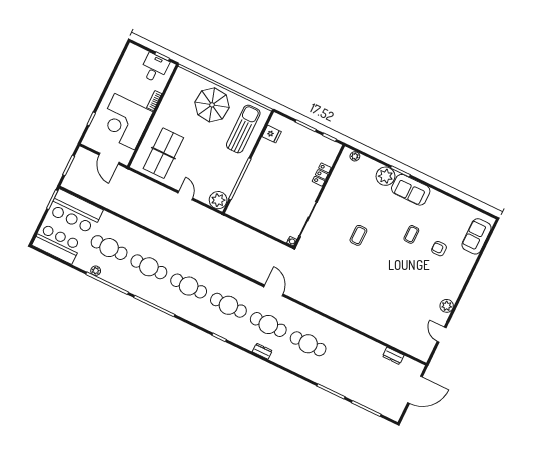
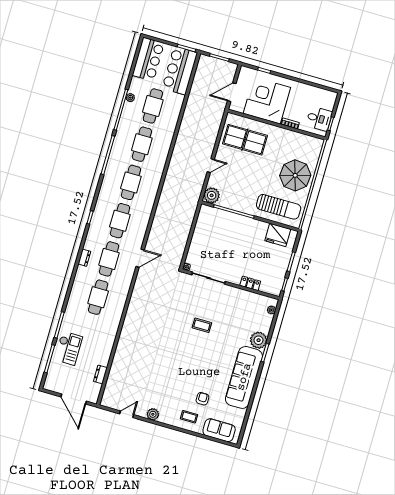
fridge: (272, 134) -> (278, 235), width x1.88, depth x1.34
sofa: (411, 190) -> (244, 377), width x1.85, depth x1.27
coffee table: (411, 234) -> (189, 417), moved
checkout: (358, 386) -> (69, 348), added

